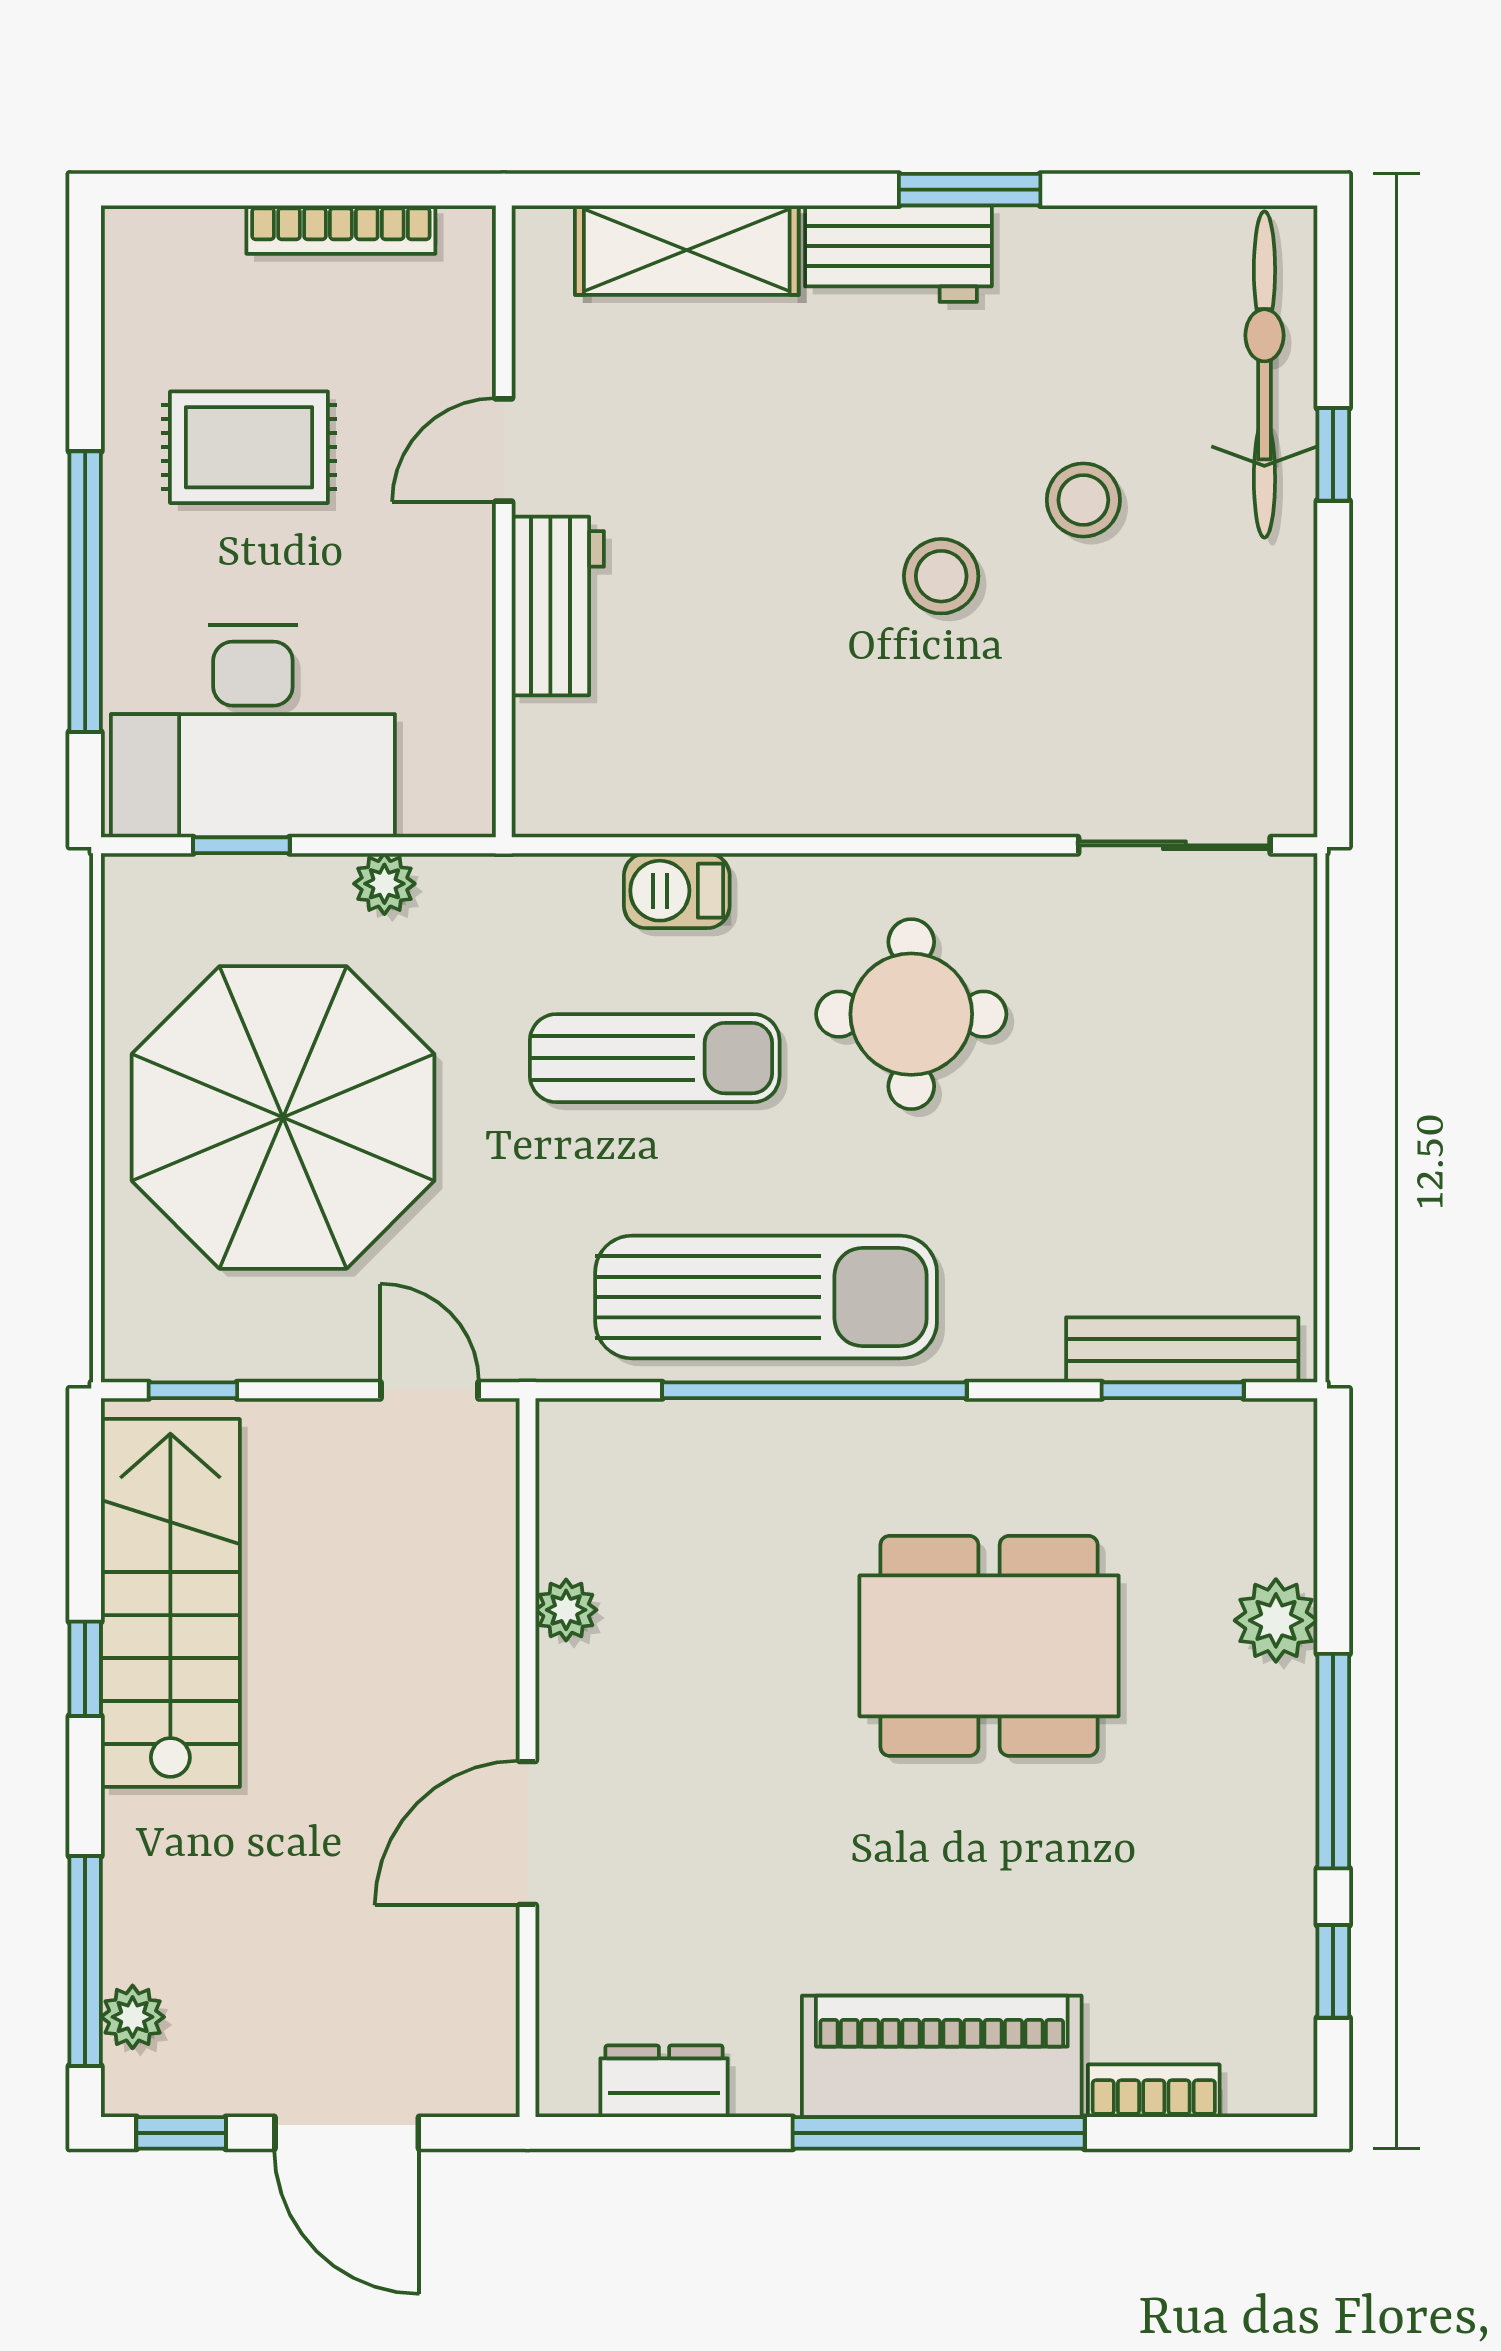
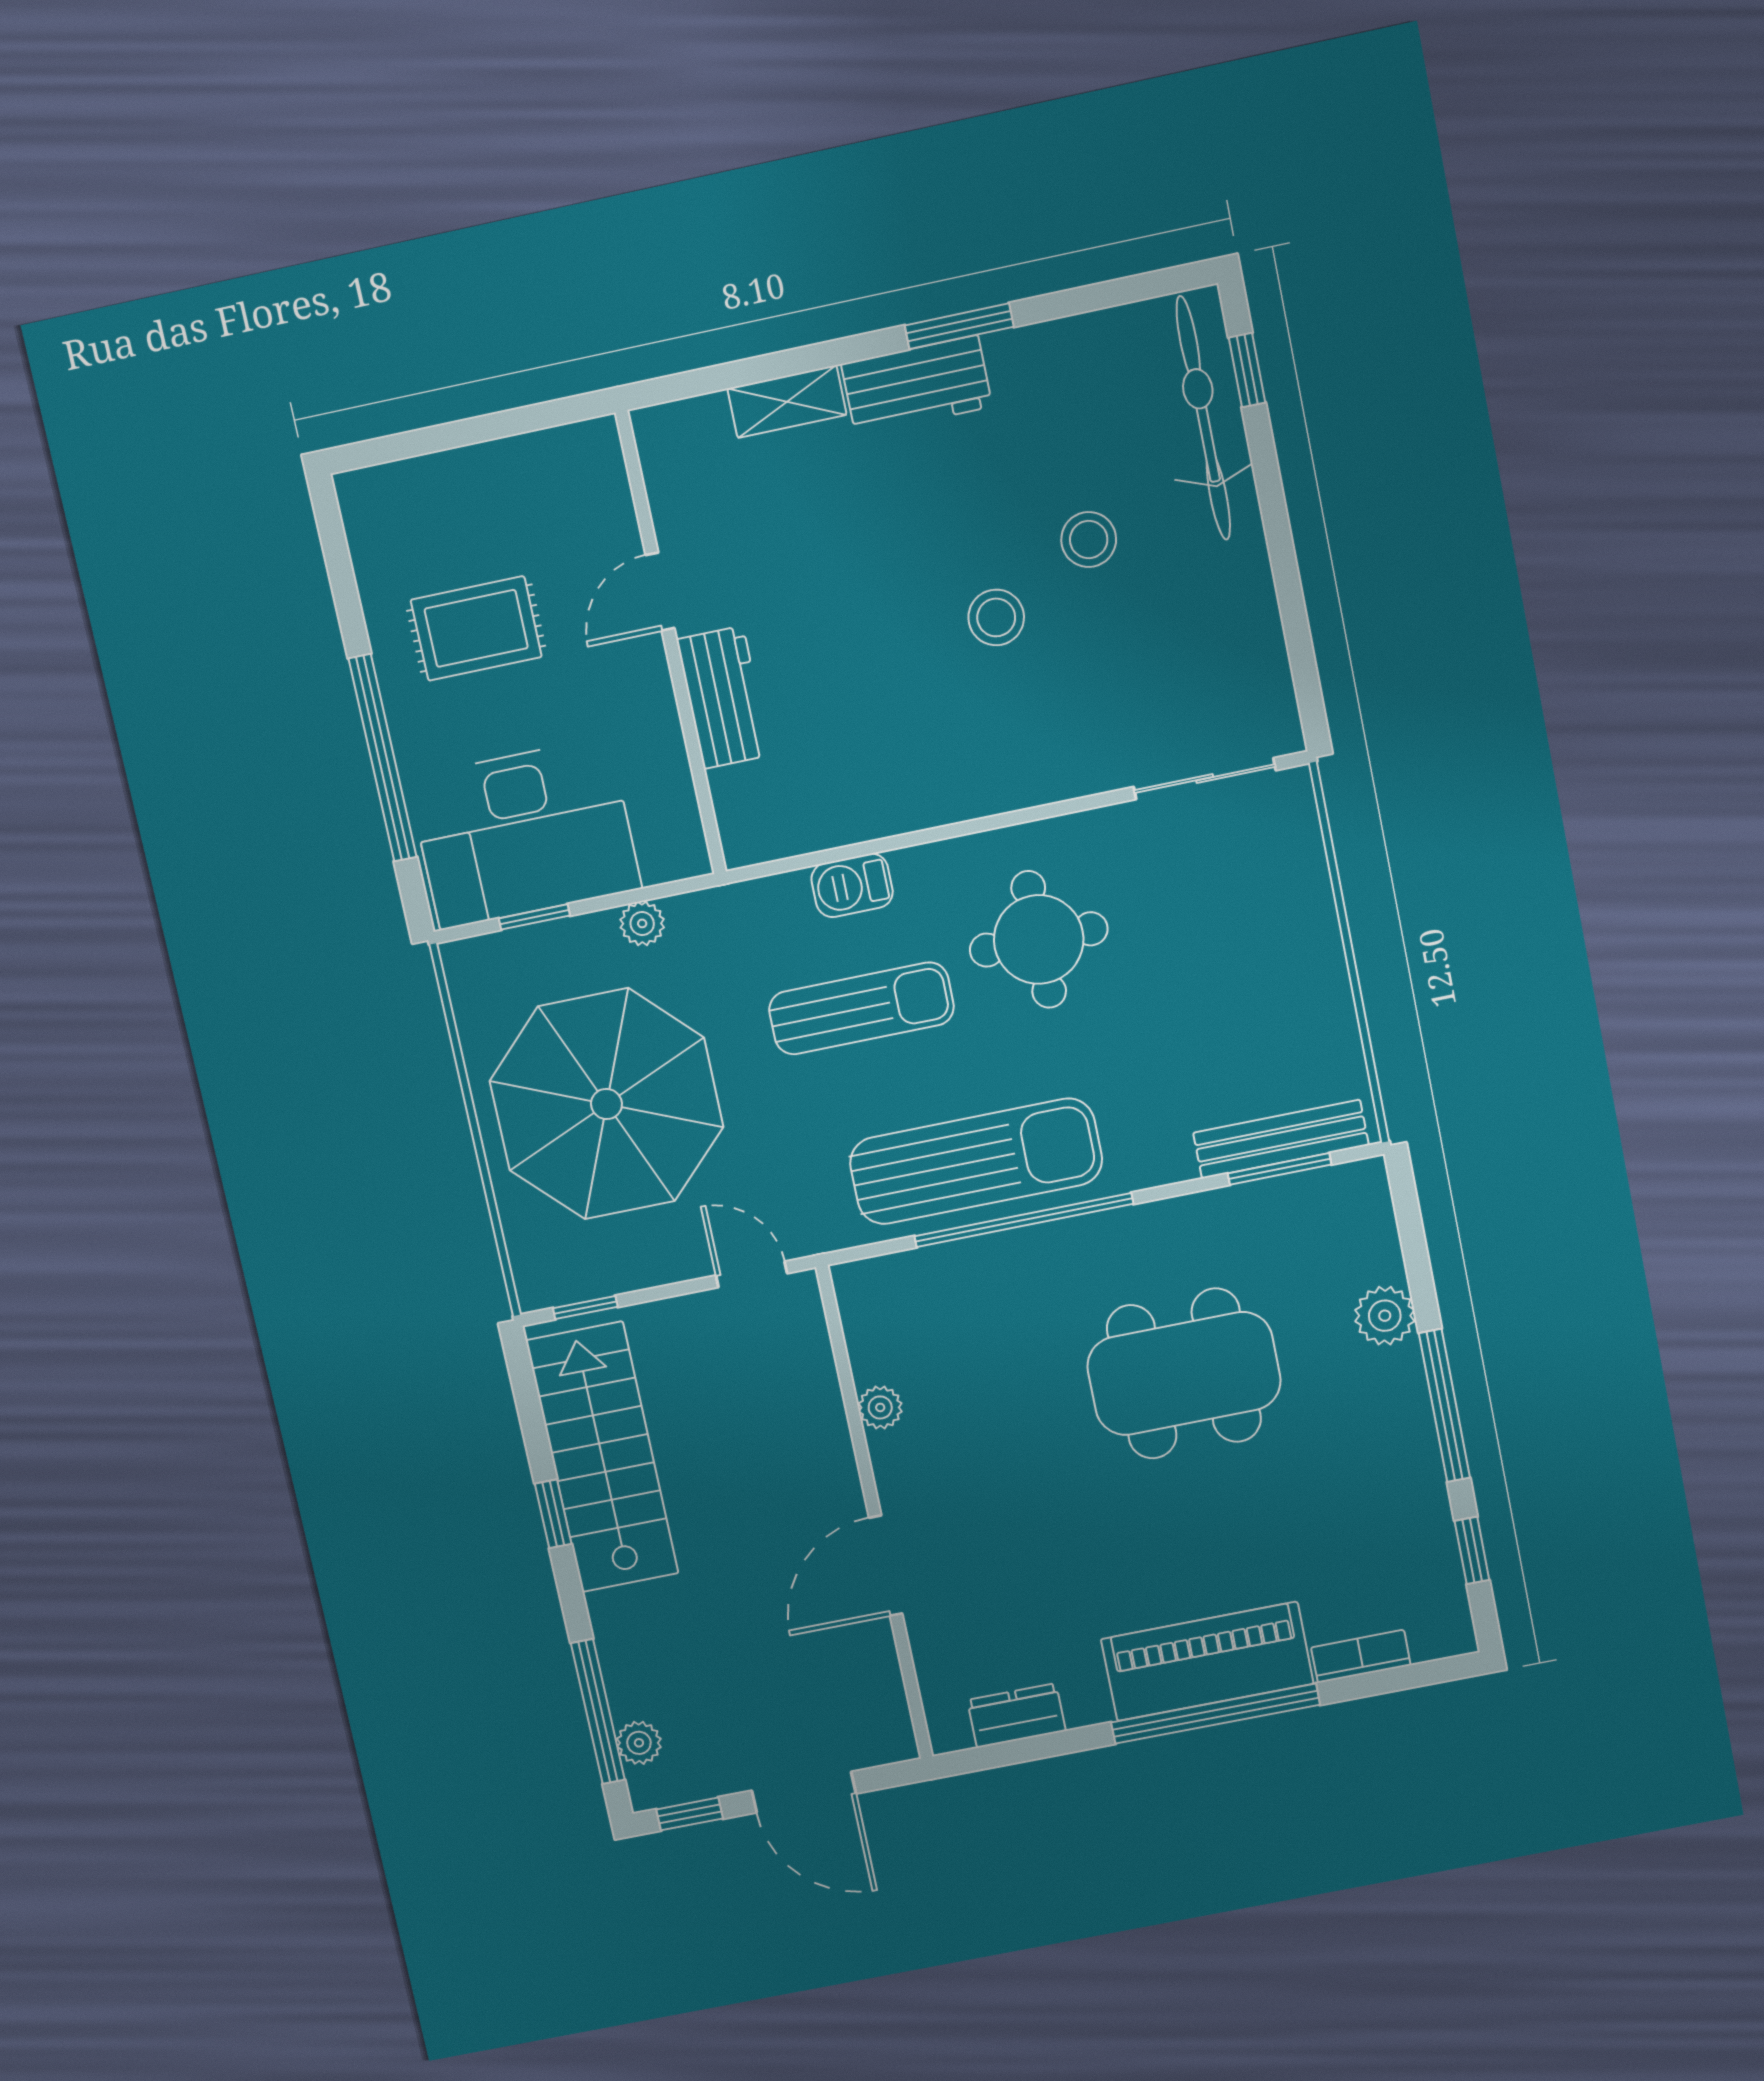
bookcase: (341, 230) -> (507, 454), removed
shelving: (687, 250) -> (787, 402), width x0.67, depth x0.75
window: (1333, 454) -> (1247, 370), moved

